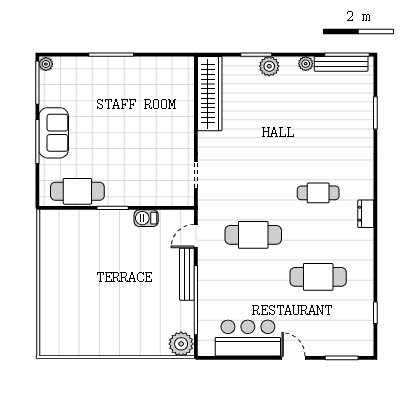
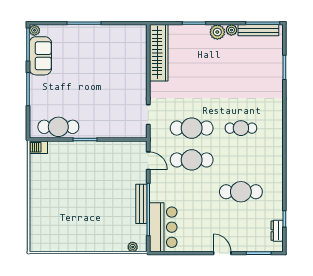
plant: (269, 66) -> (217, 32), moved
sofa: (54, 133) -> (40, 56), moved
cafe table: (253, 193) -> (192, 128), added
dresser: (366, 214) -> (277, 231), moved
barbecue: (146, 218) -> (38, 147), moved
door: (196, 236) -> (148, 161), swing flipped
bench: (187, 274) -> (141, 204), moved
bar counter: (248, 338) -> (163, 227), moved, turned 90
plant: (181, 344) -> (133, 247), width x0.53, depth x0.53

